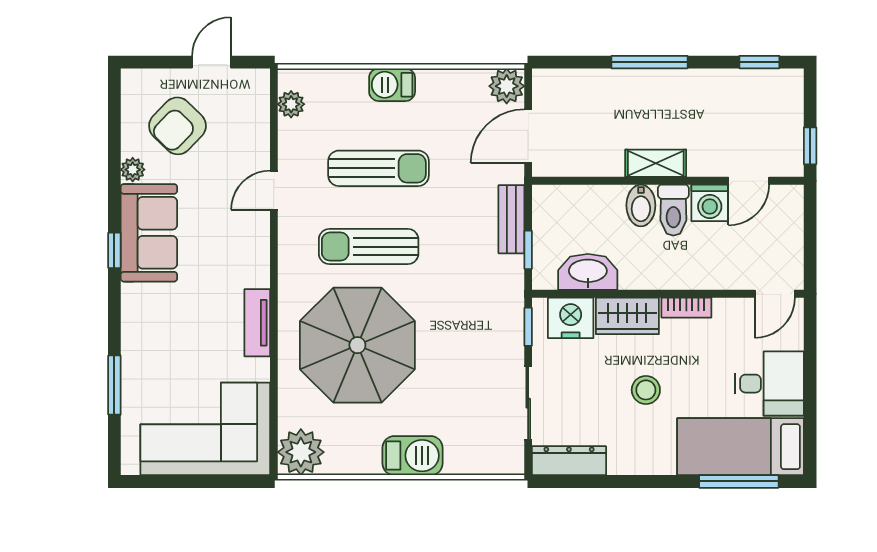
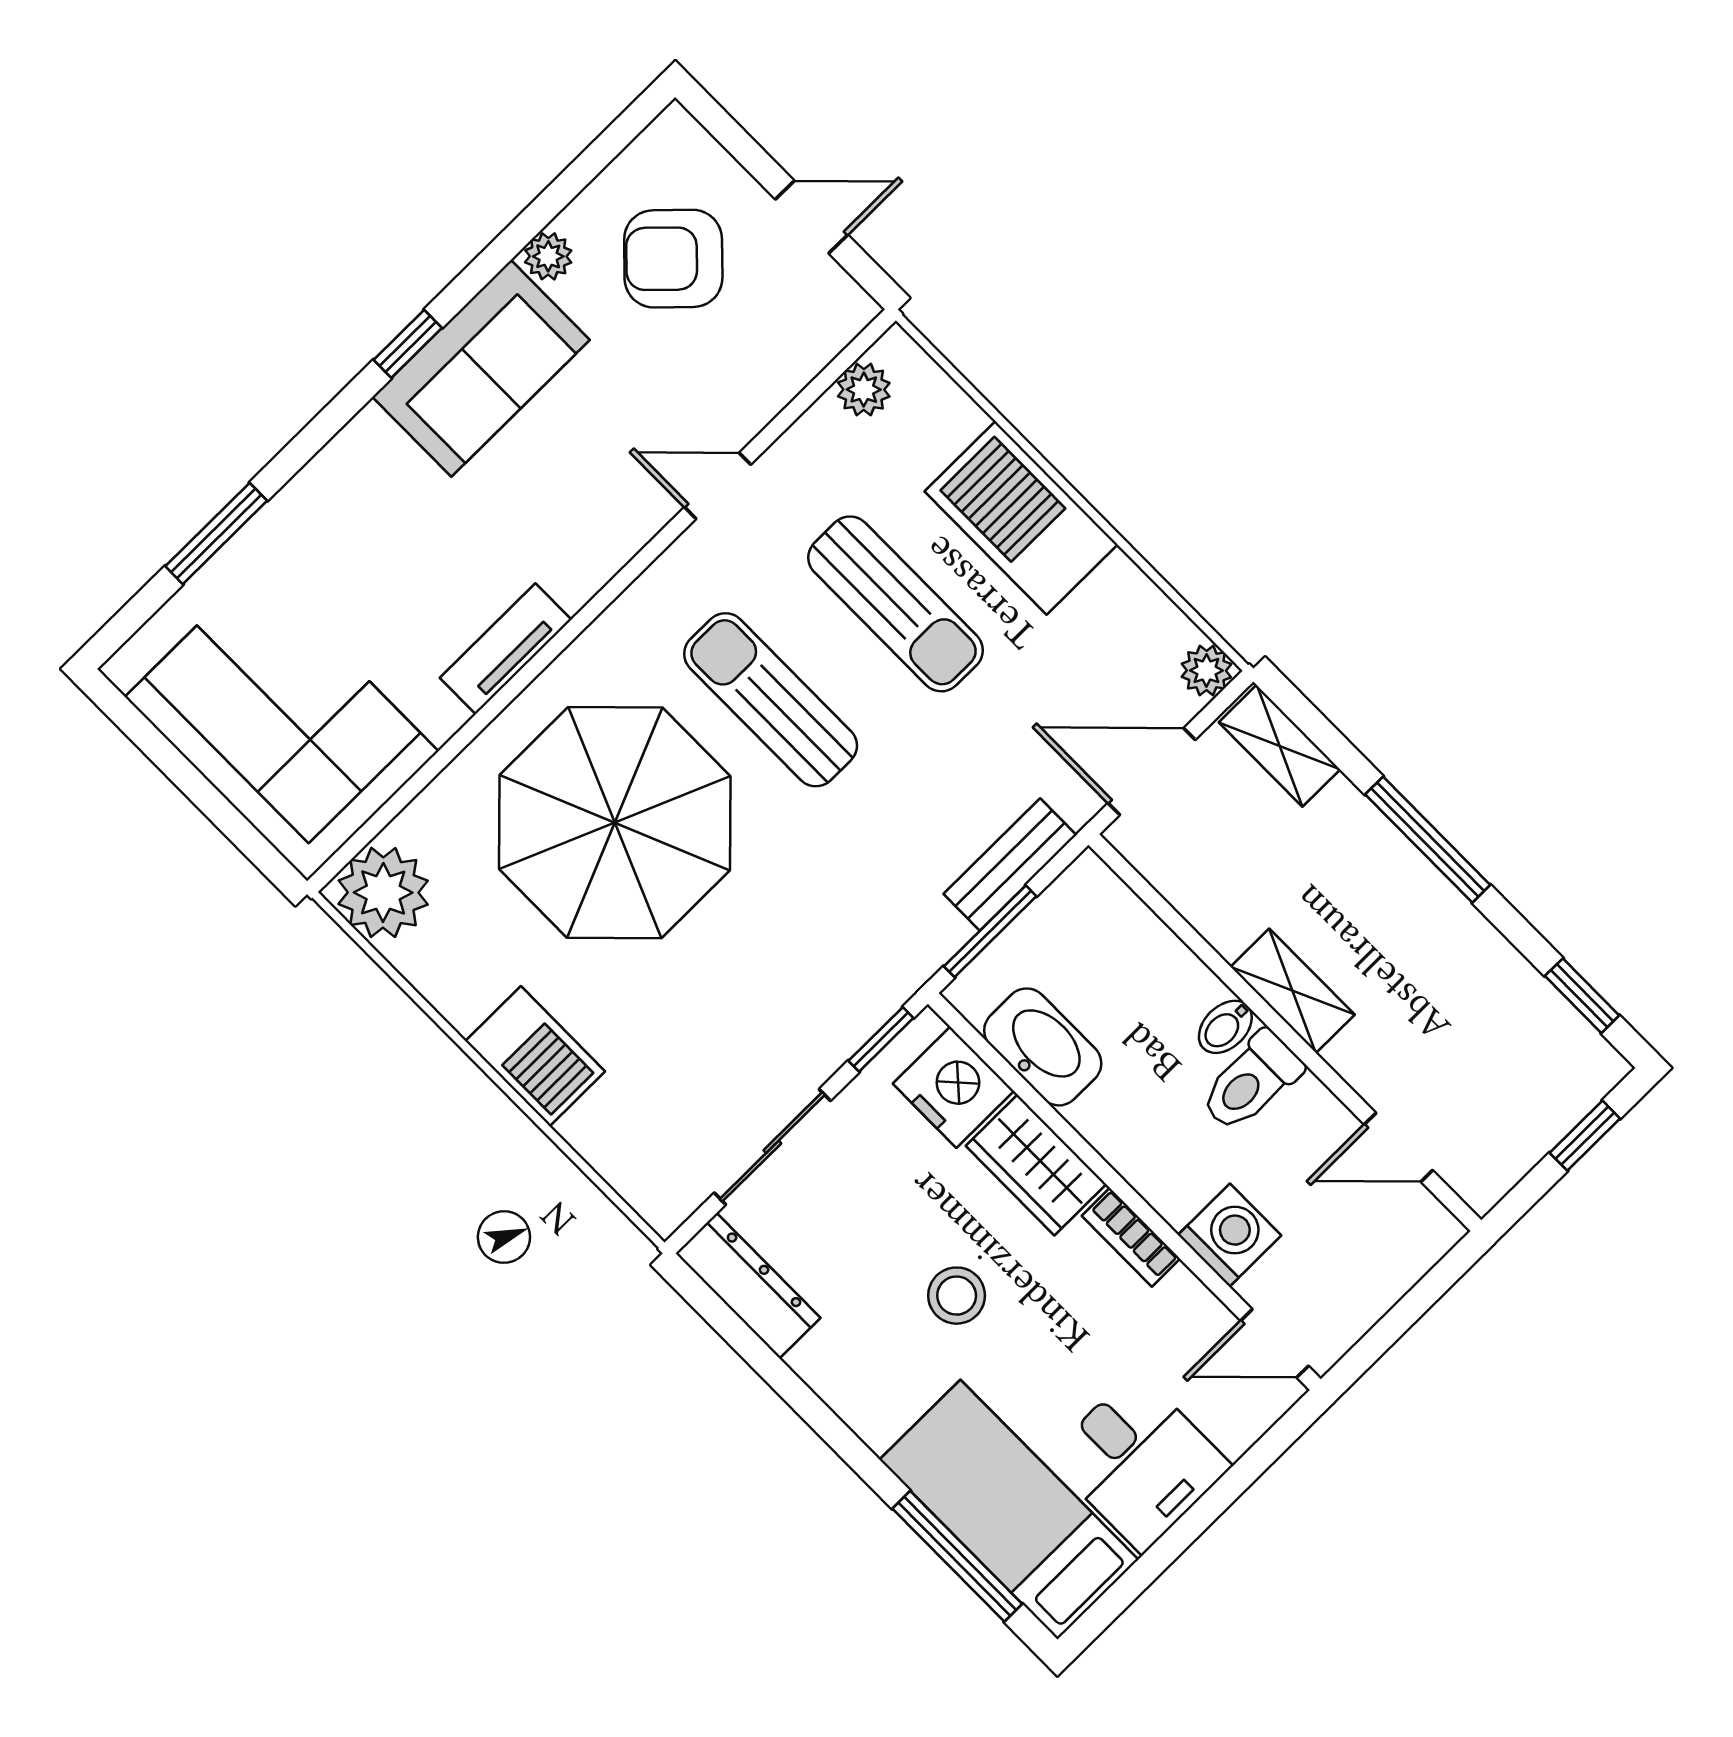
shelving: (564, 82) -> (1280, 746), added
barbecue: (392, 85) -> (1021, 518), width x1.88, depth x1.53
plant: (507, 86) -> (1206, 670), width x0.73, depth x0.73
window: (810, 146) -> (1585, 1136), moved
washing machine: (710, 203) -> (1230, 1235), moved, turned 180
bidet: (641, 205) -> (1225, 1027), width x0.72, depth x0.74
window: (528, 250) -> (990, 931), width x1.50

